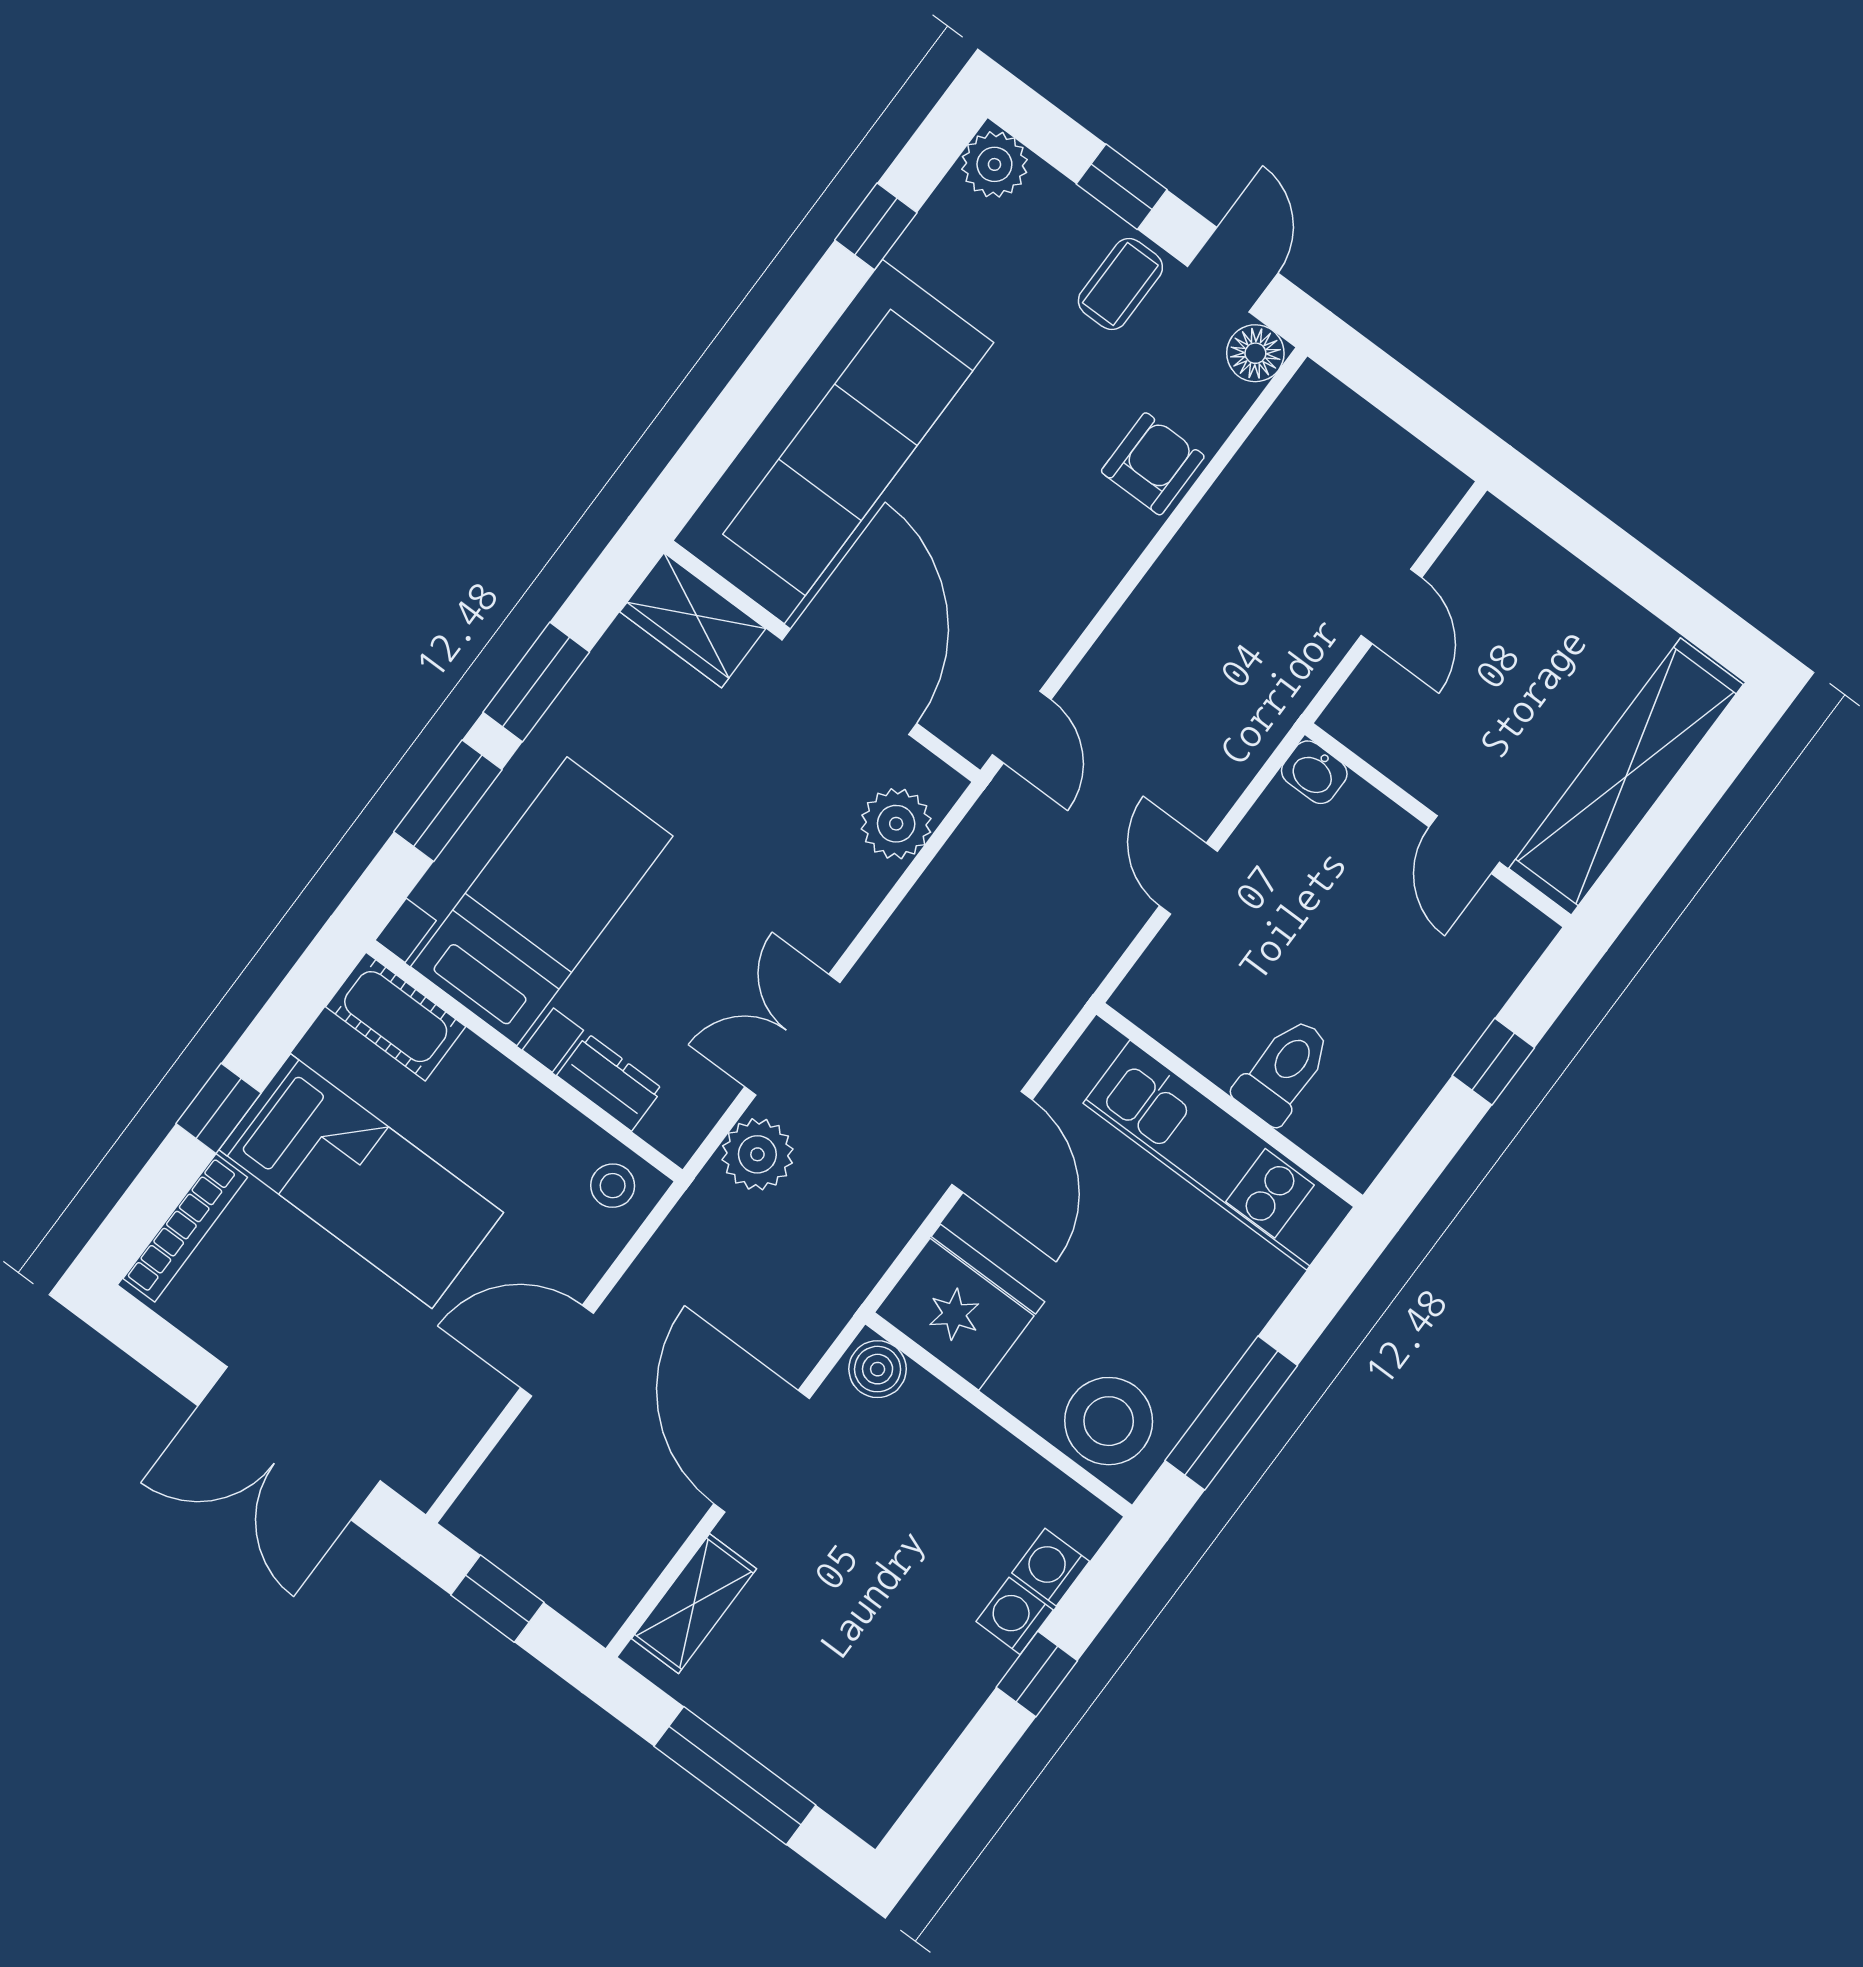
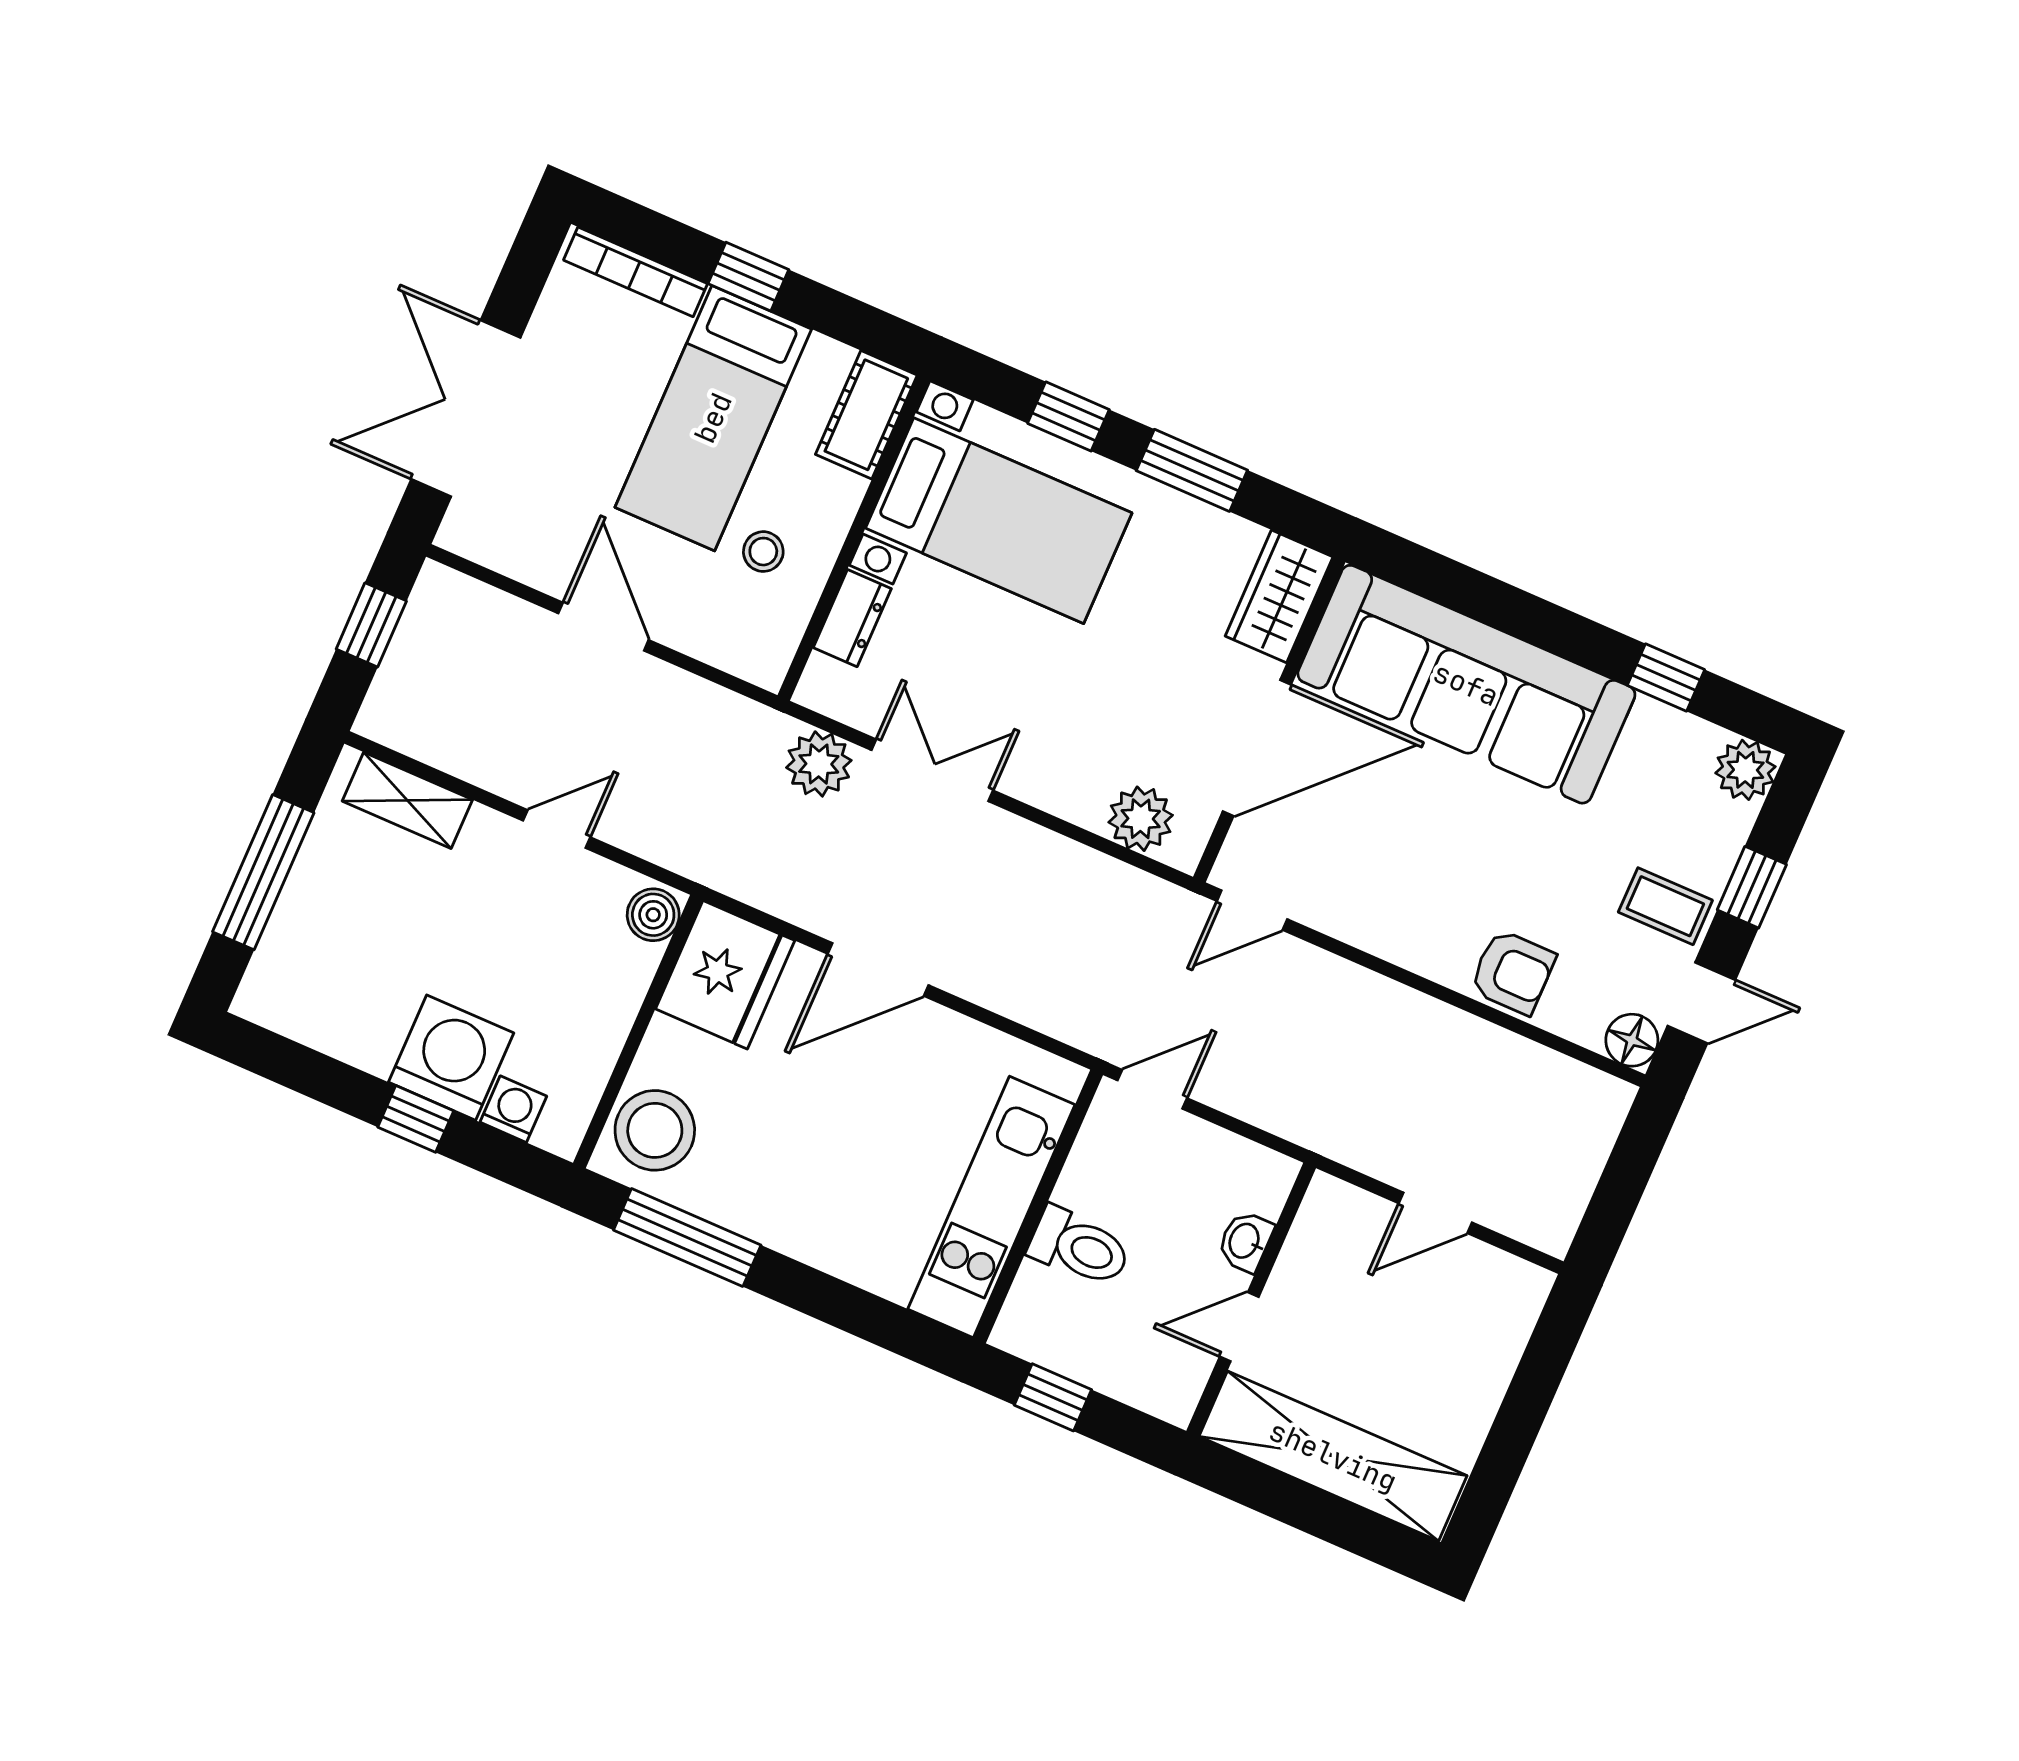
washbasin: (1314, 772) -> (1245, 1241), moved
window: (448, 801) -> (1068, 416), width x0.67
toilet: (1283, 1071) -> (1080, 1247), moved
wall: (1230, 1105) -> (1038, 1206), moved
kitchen unit: (1218, 1155) -> (991, 1207), moved
stool: (613, 1186) -> (763, 552), moved
door: (762, 1451) -> (557, 829), width x0.53
washing machine: (1015, 1616) -> (451, 1058), width x1.89, depth x1.89

